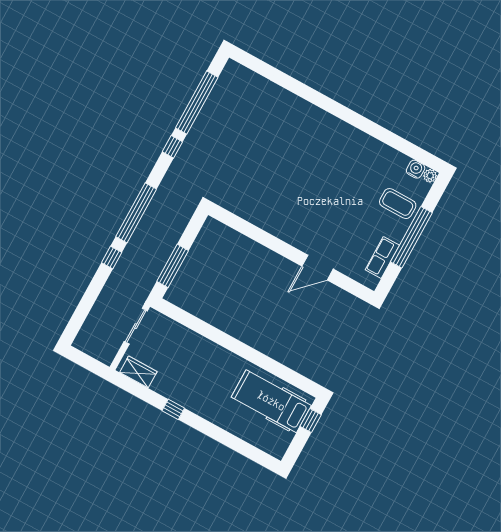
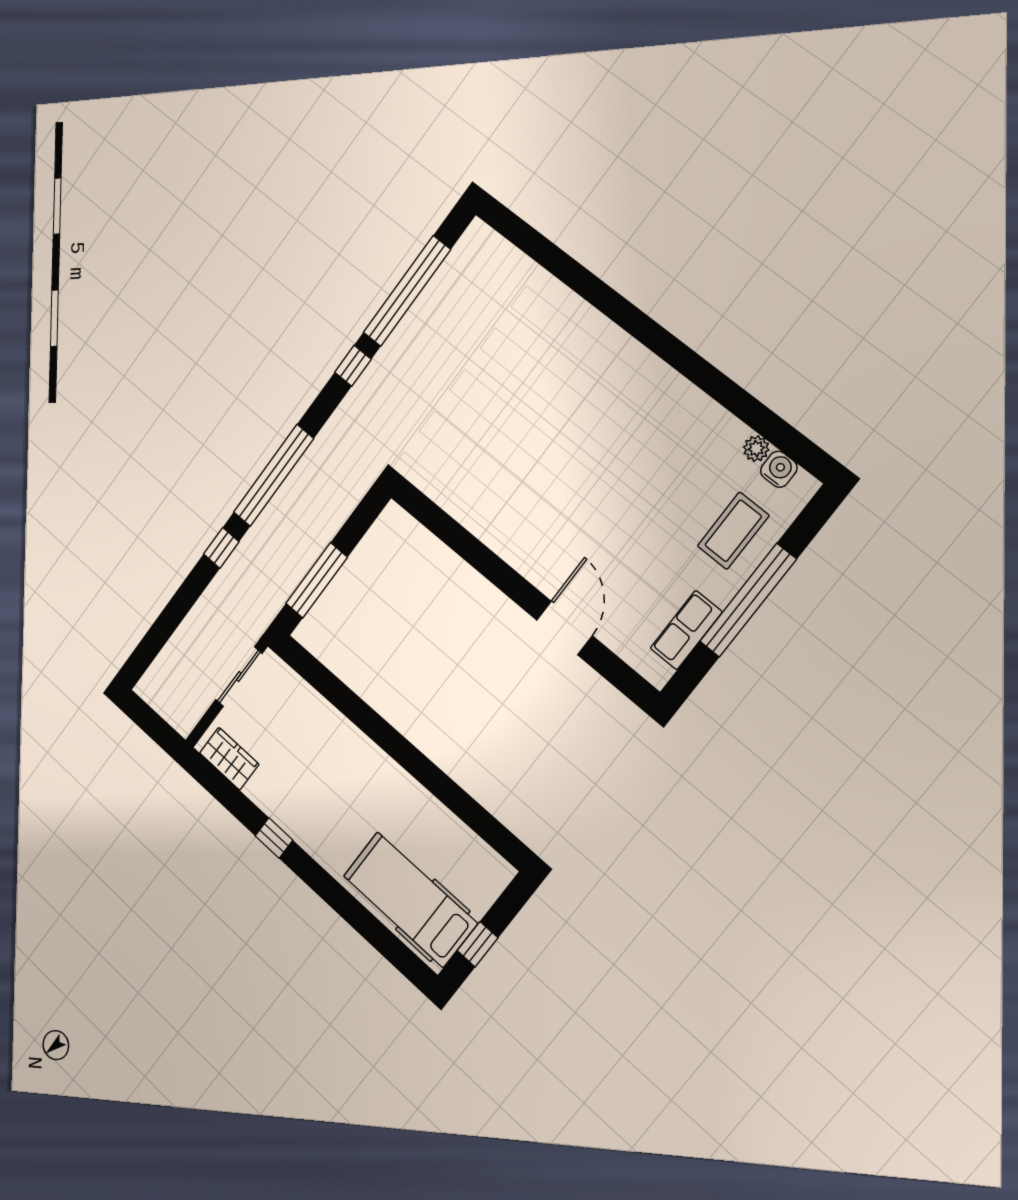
plant: (430, 176) -> (756, 449), moved
coffee table: (398, 204) -> (733, 531), turned 90
door: (318, 268) -> (564, 628), swing flipped
hospital bed: (271, 401) -> (410, 899), moved
window: (311, 421) -> (478, 944), moved

